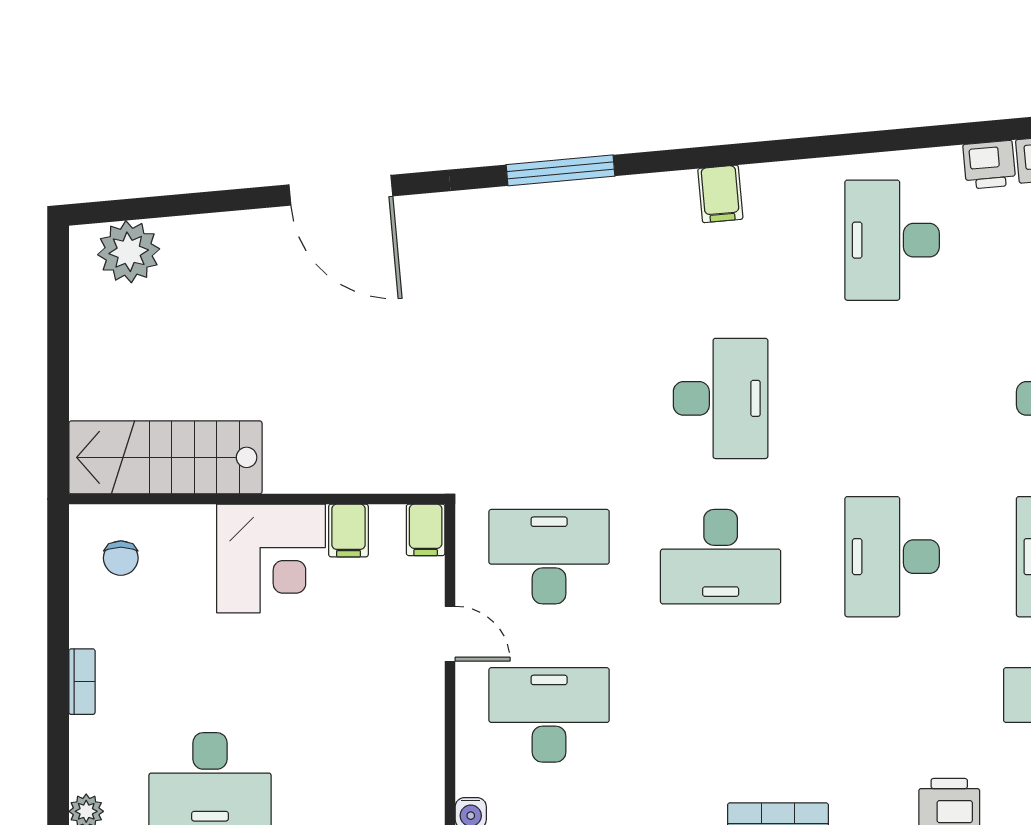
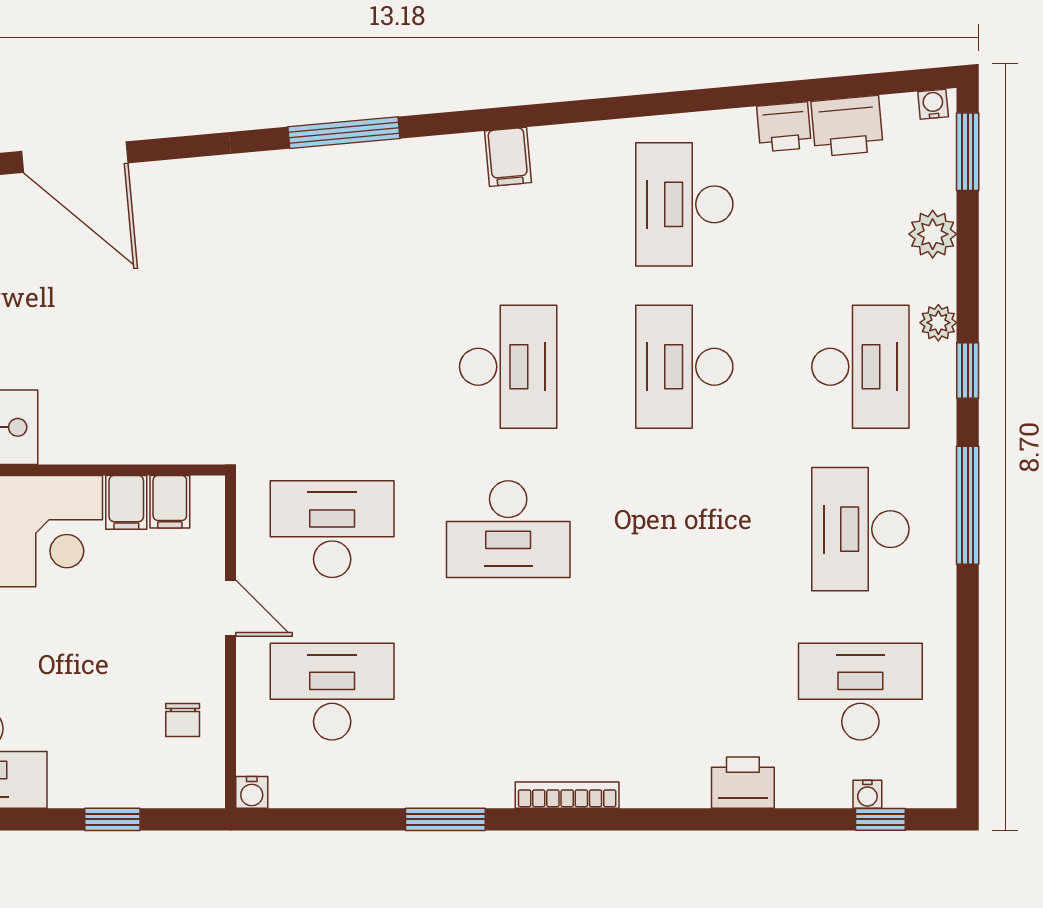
door: (341, 190) -> (75, 157), moved
filing cabinet: (426, 530) -> (170, 502), moved
desk: (892, 557) -> (684, 367), moved
chair: (403, 743) -> (183, 720), added

